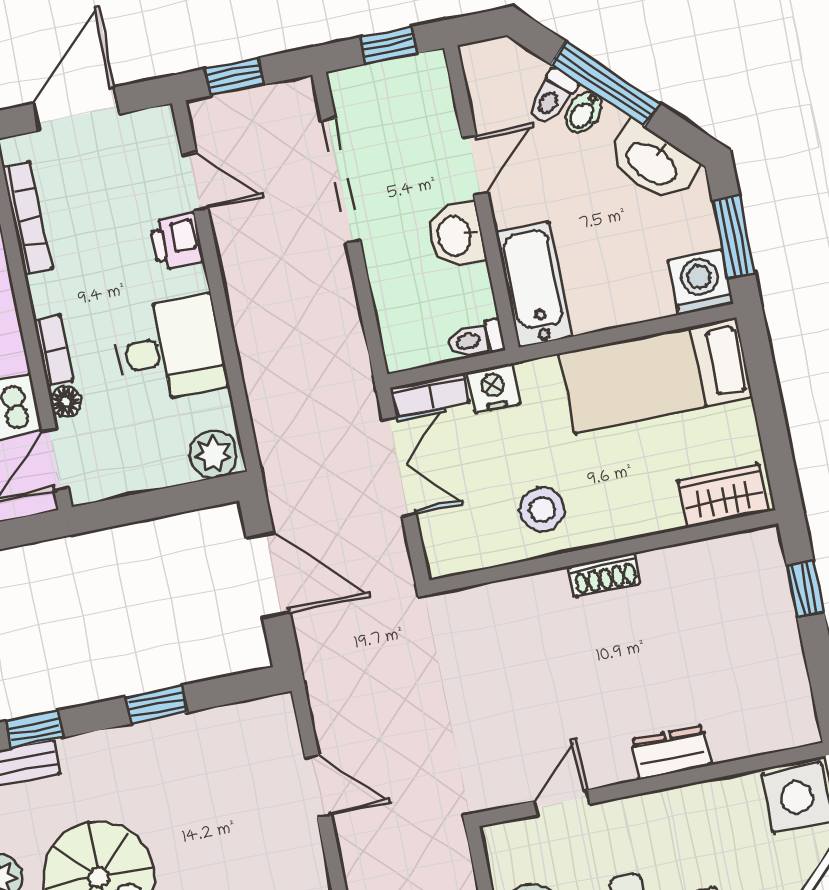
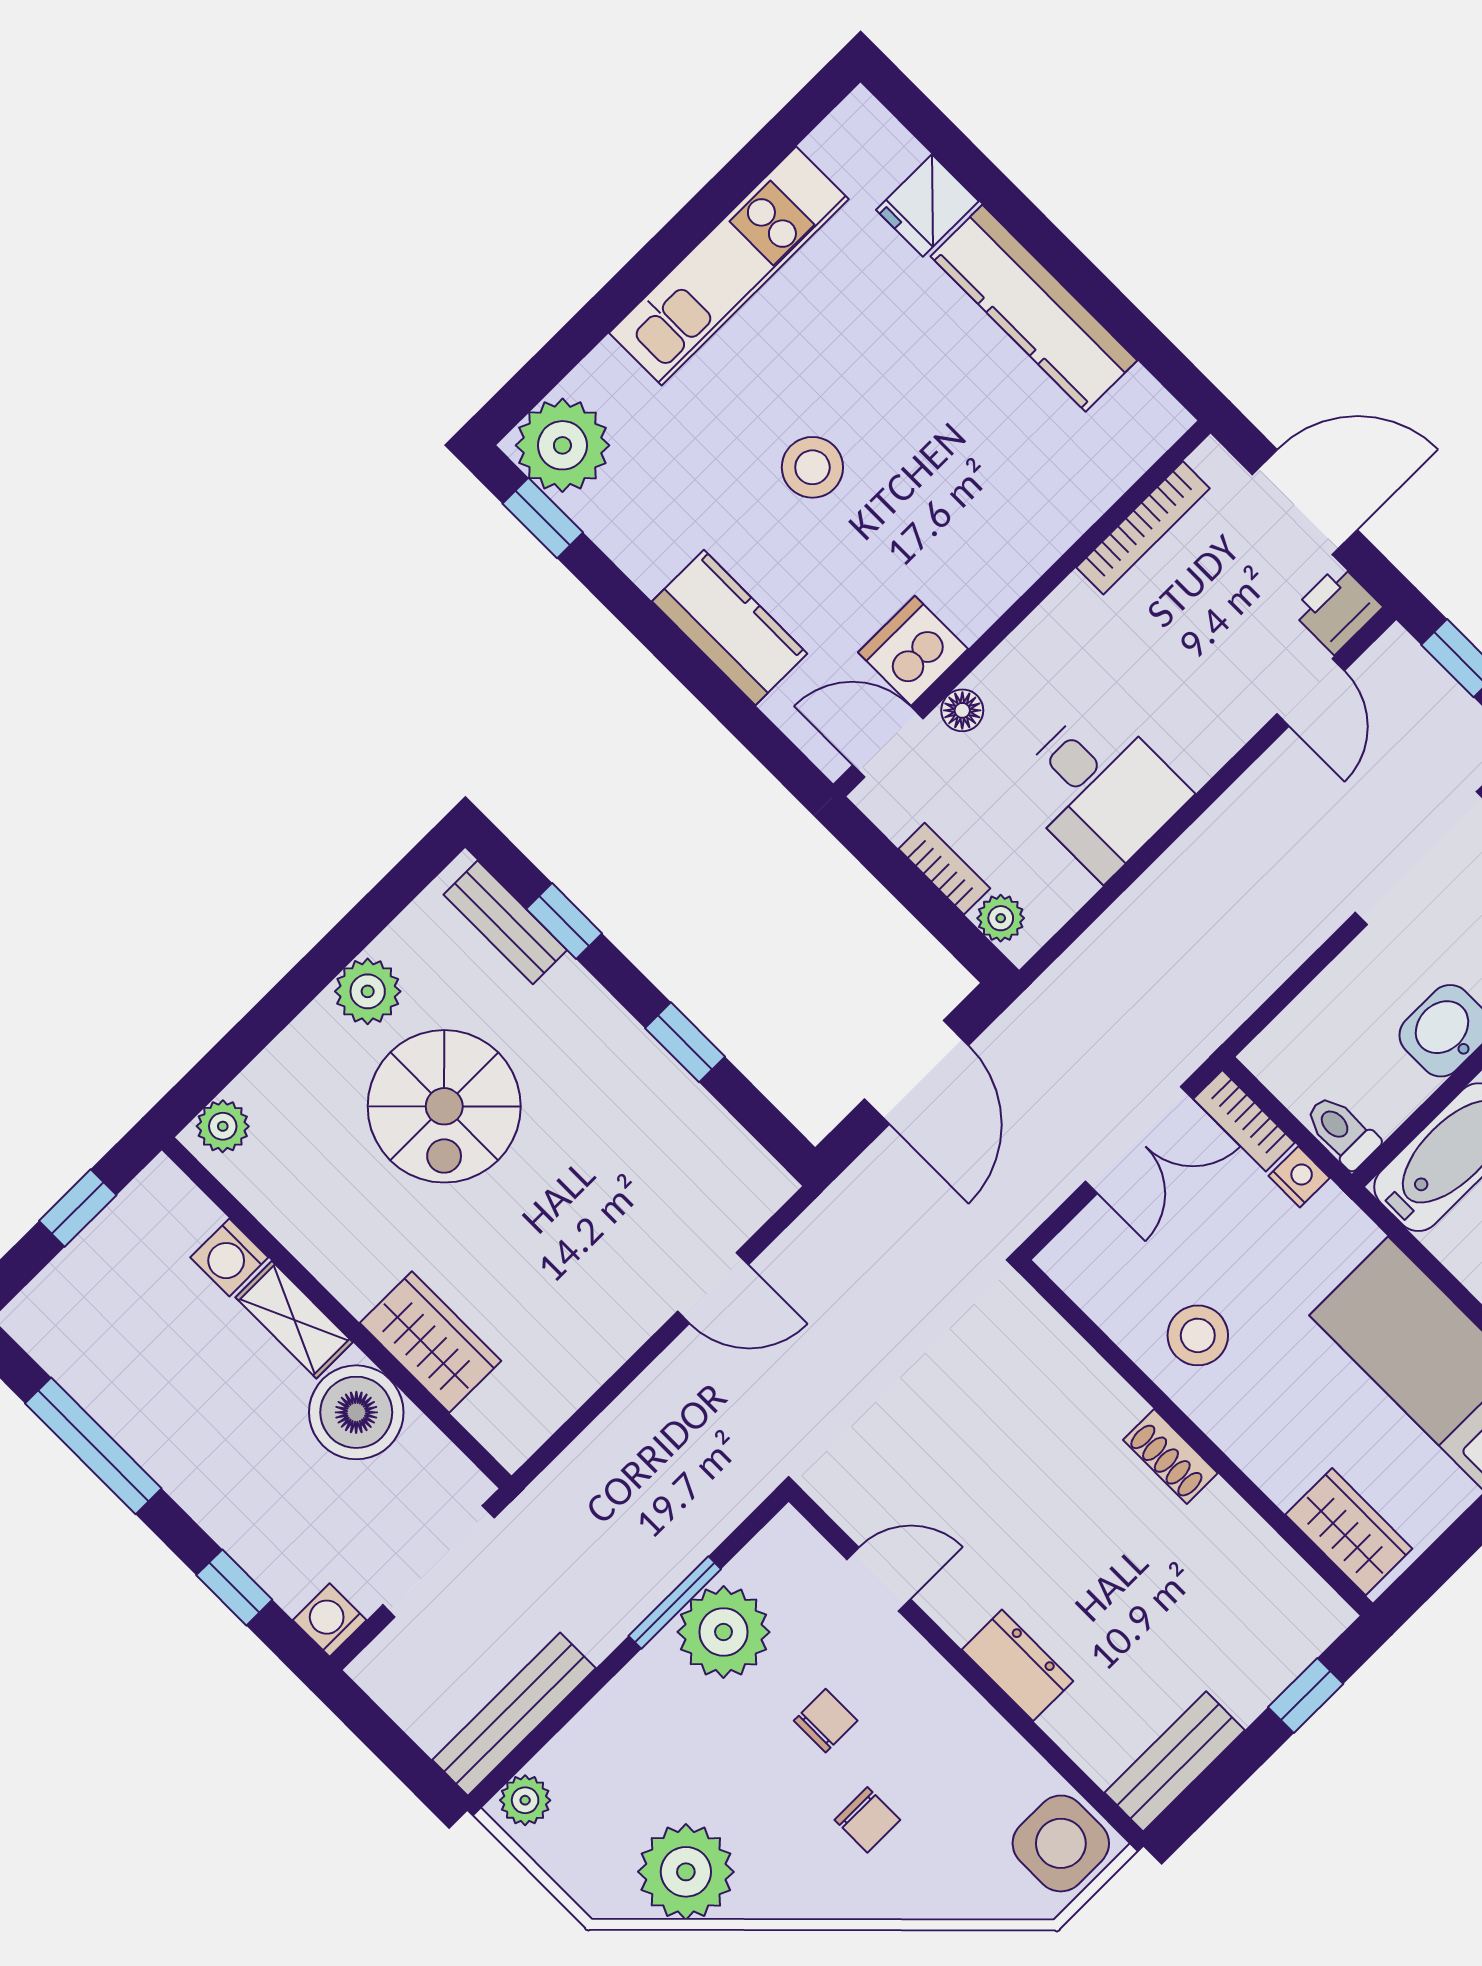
printer: (177, 242) -> (1337, 609), moved
bookcase: (54, 350) -> (944, 869), moved, turned -90
nightstand: (493, 388) -> (1299, 1177), width x0.72, depth x0.74
plant: (213, 454) -> (1001, 918), width x0.73, depth x0.73
bench: (793, 695) -> (1175, 1761), added
door: (318, 786) -> (713, 1288), hinge flipped

